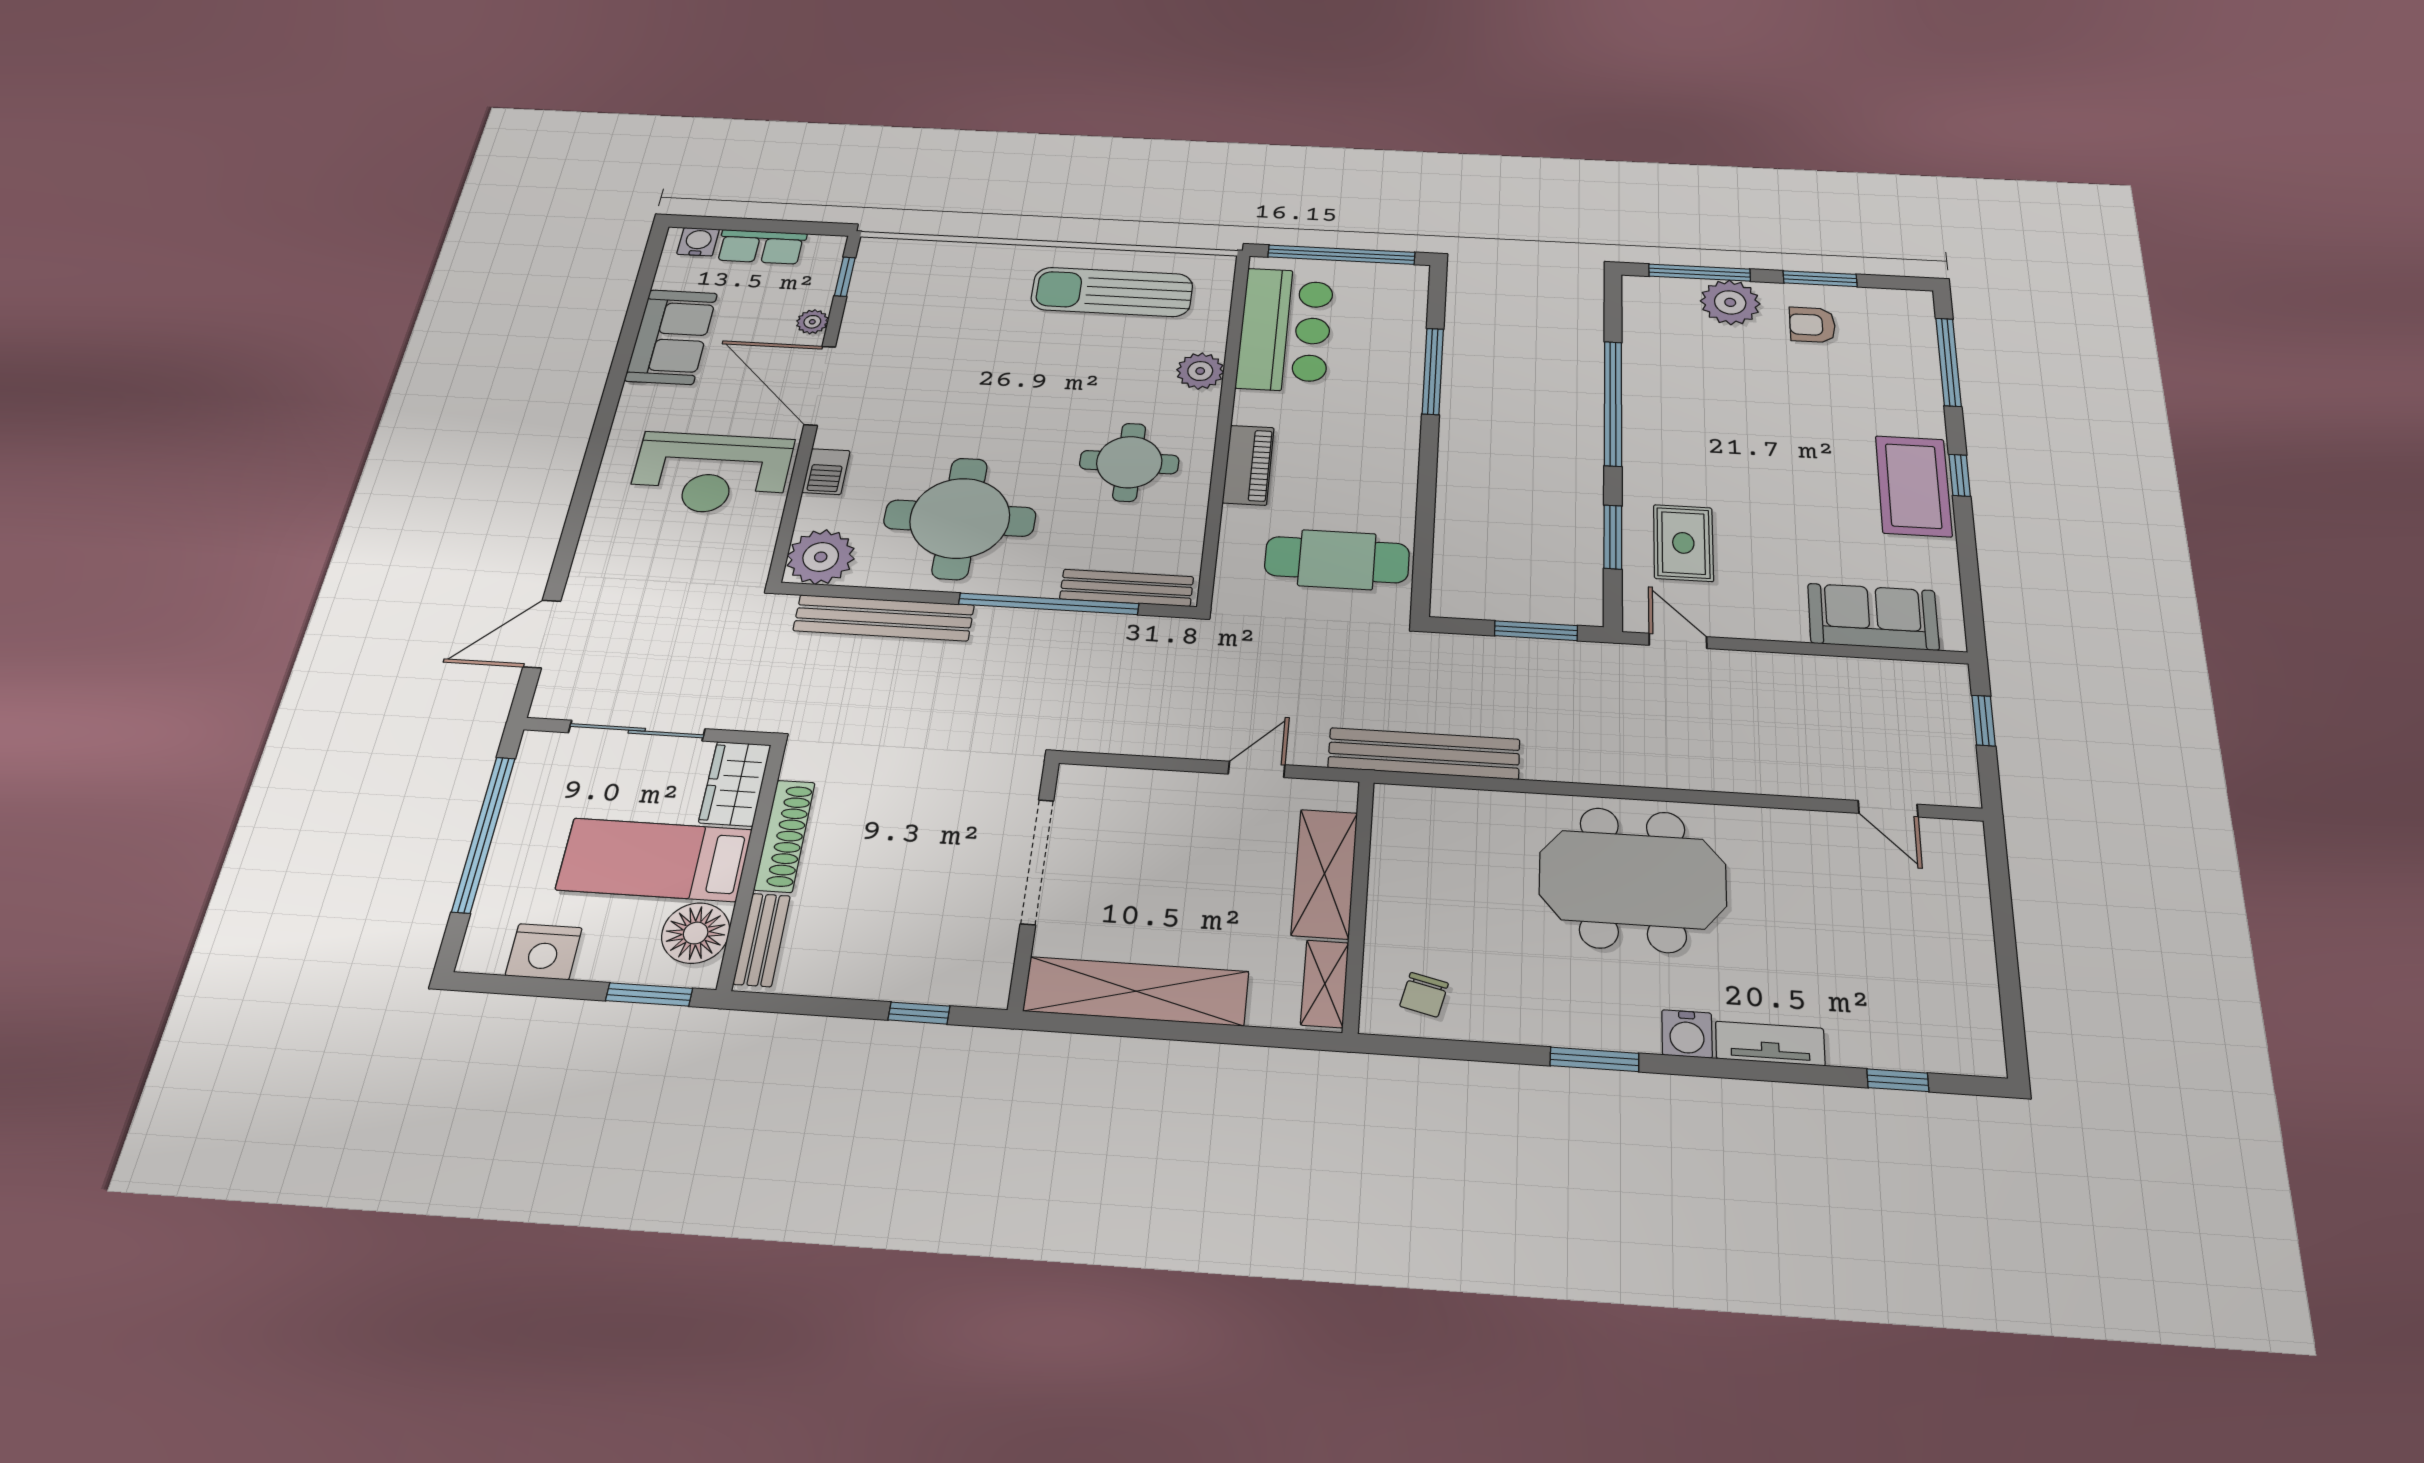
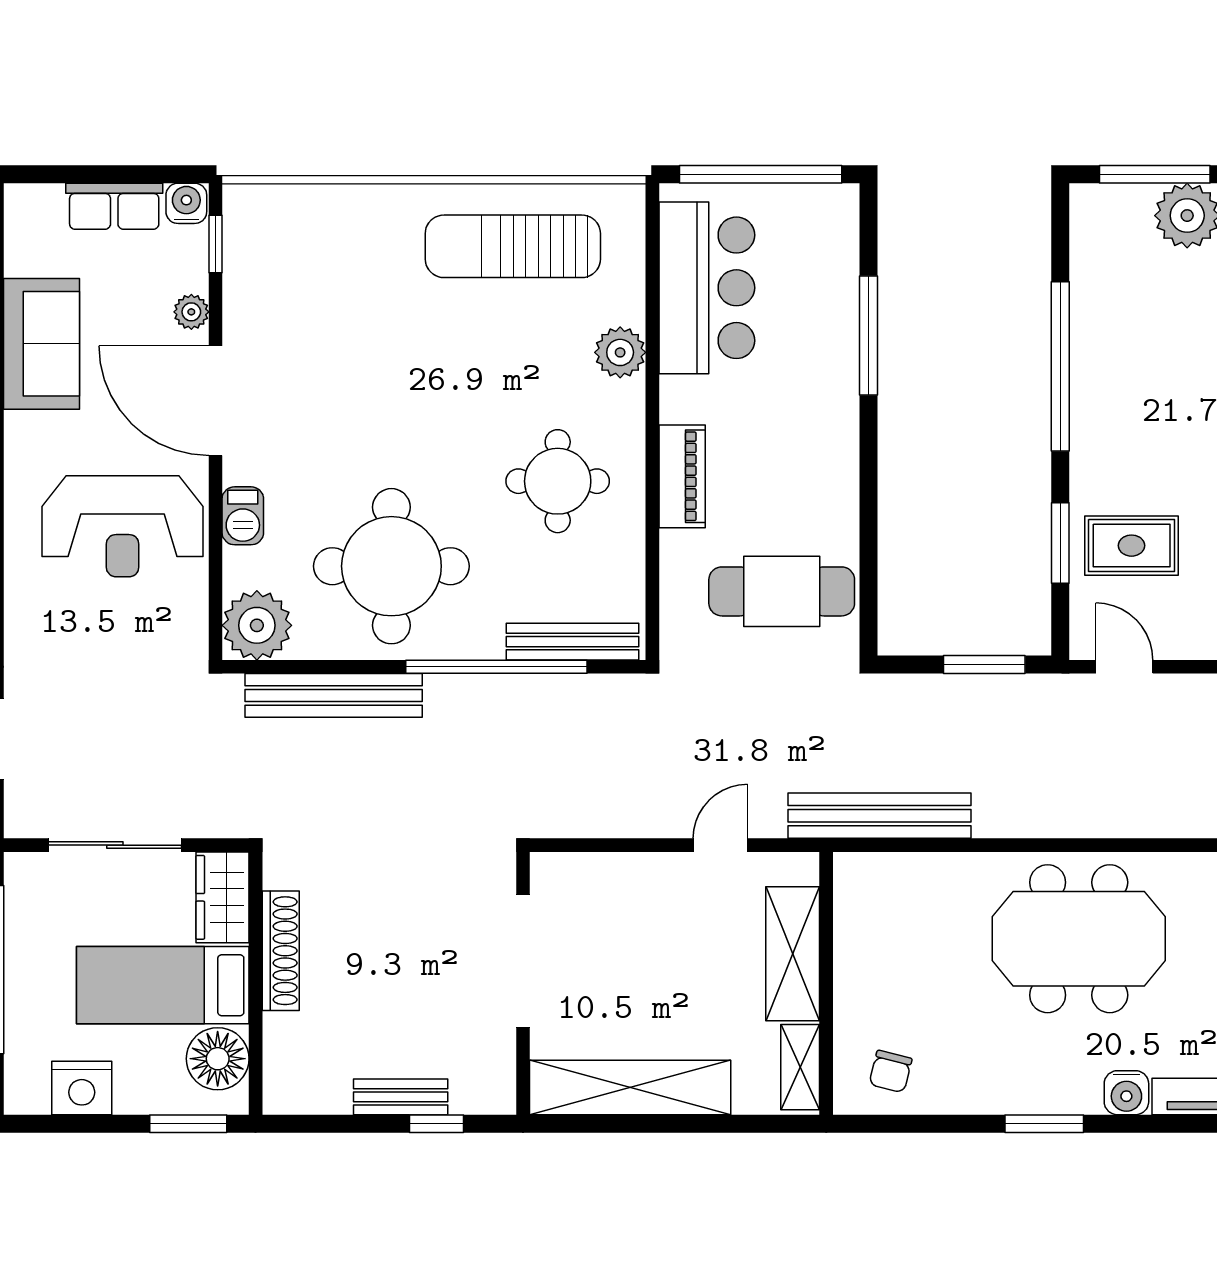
water cooler: (698, 242) -> (186, 203), moved
rug: (1683, 543) -> (1132, 546), turned 90
bench: (762, 940) -> (401, 1097), moved, turned 90

